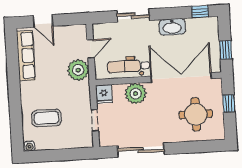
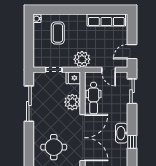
window: (200, 12) -> (132, 142), moved
sliding door: (133, 16) -> (132, 91), moved
door: (43, 21) -> (132, 52), moved
dental chair: (129, 66) -> (94, 98), turned 180
plant: (78, 70) -> (82, 59), moved

